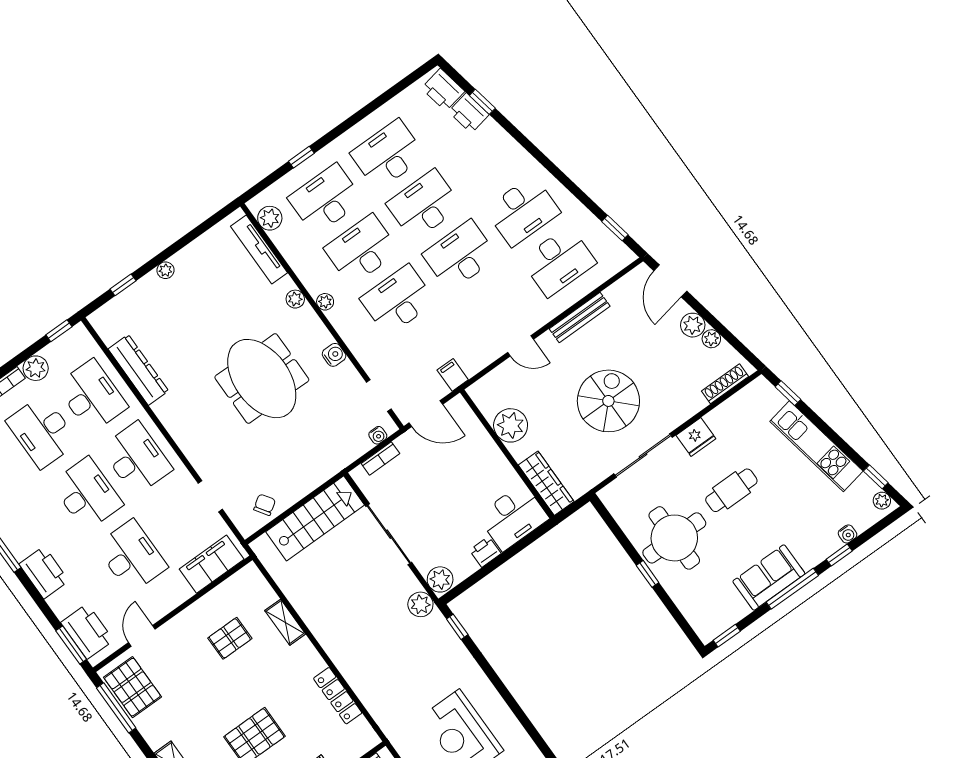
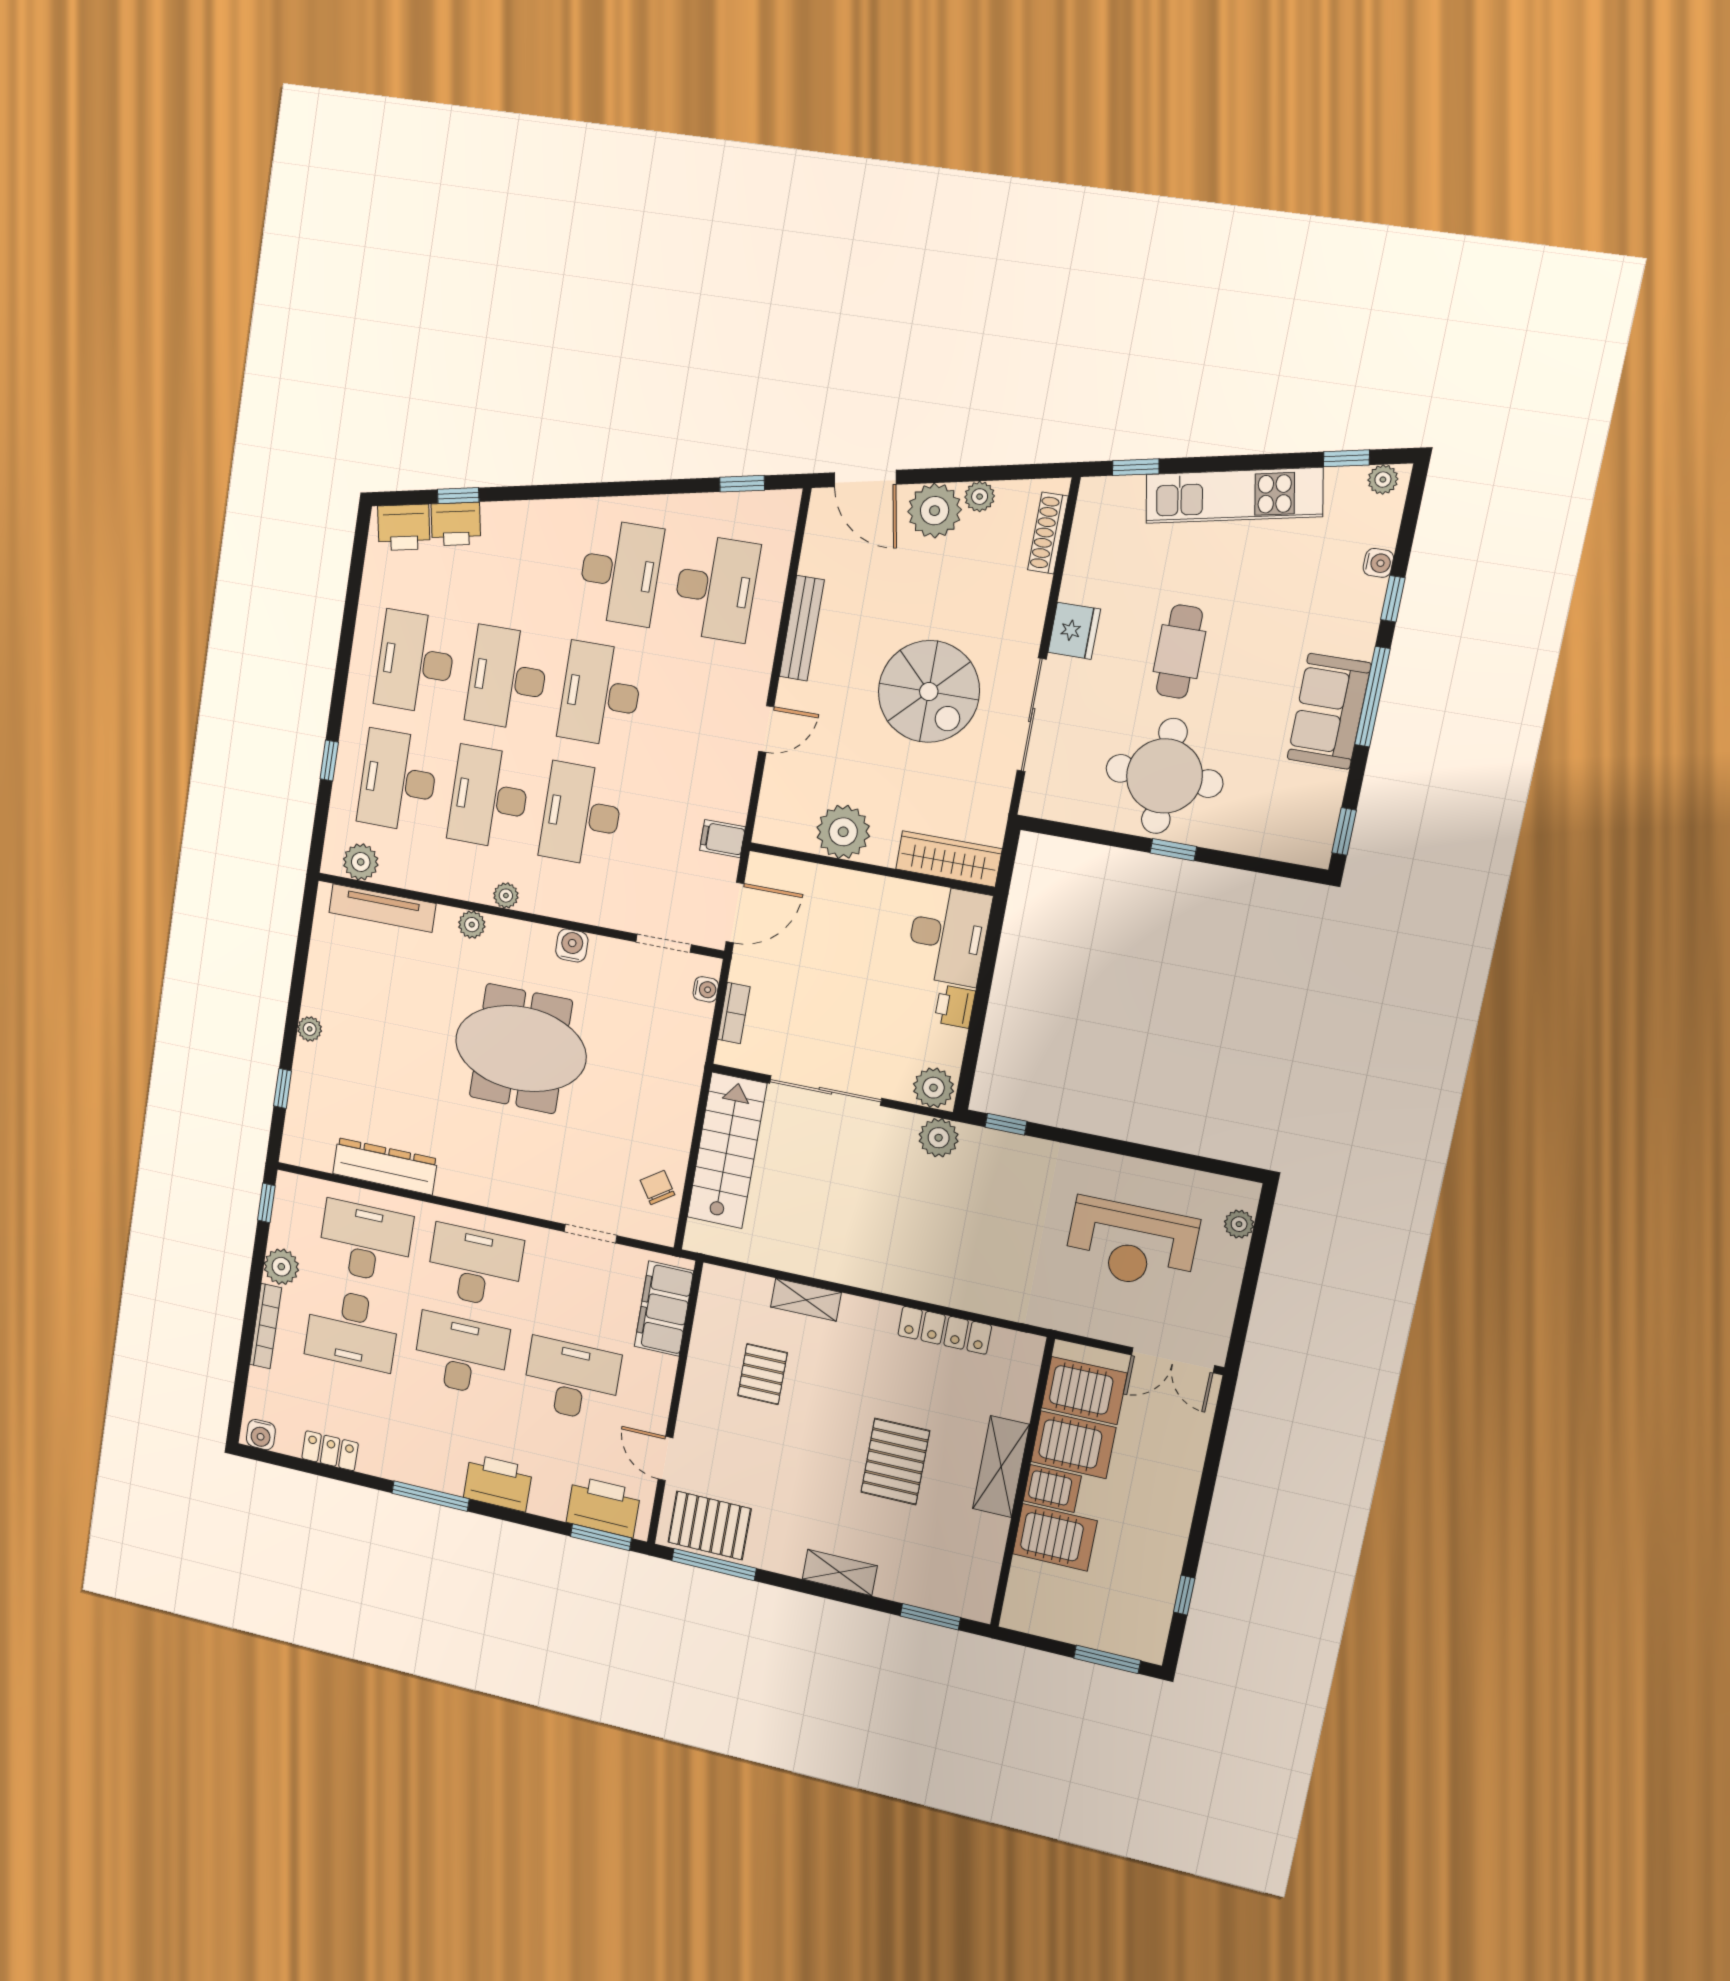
plant: (693, 325) -> (935, 511), width x1.36, depth x1.36
spiral stairs: (608, 401) -> (929, 692), turned 180

